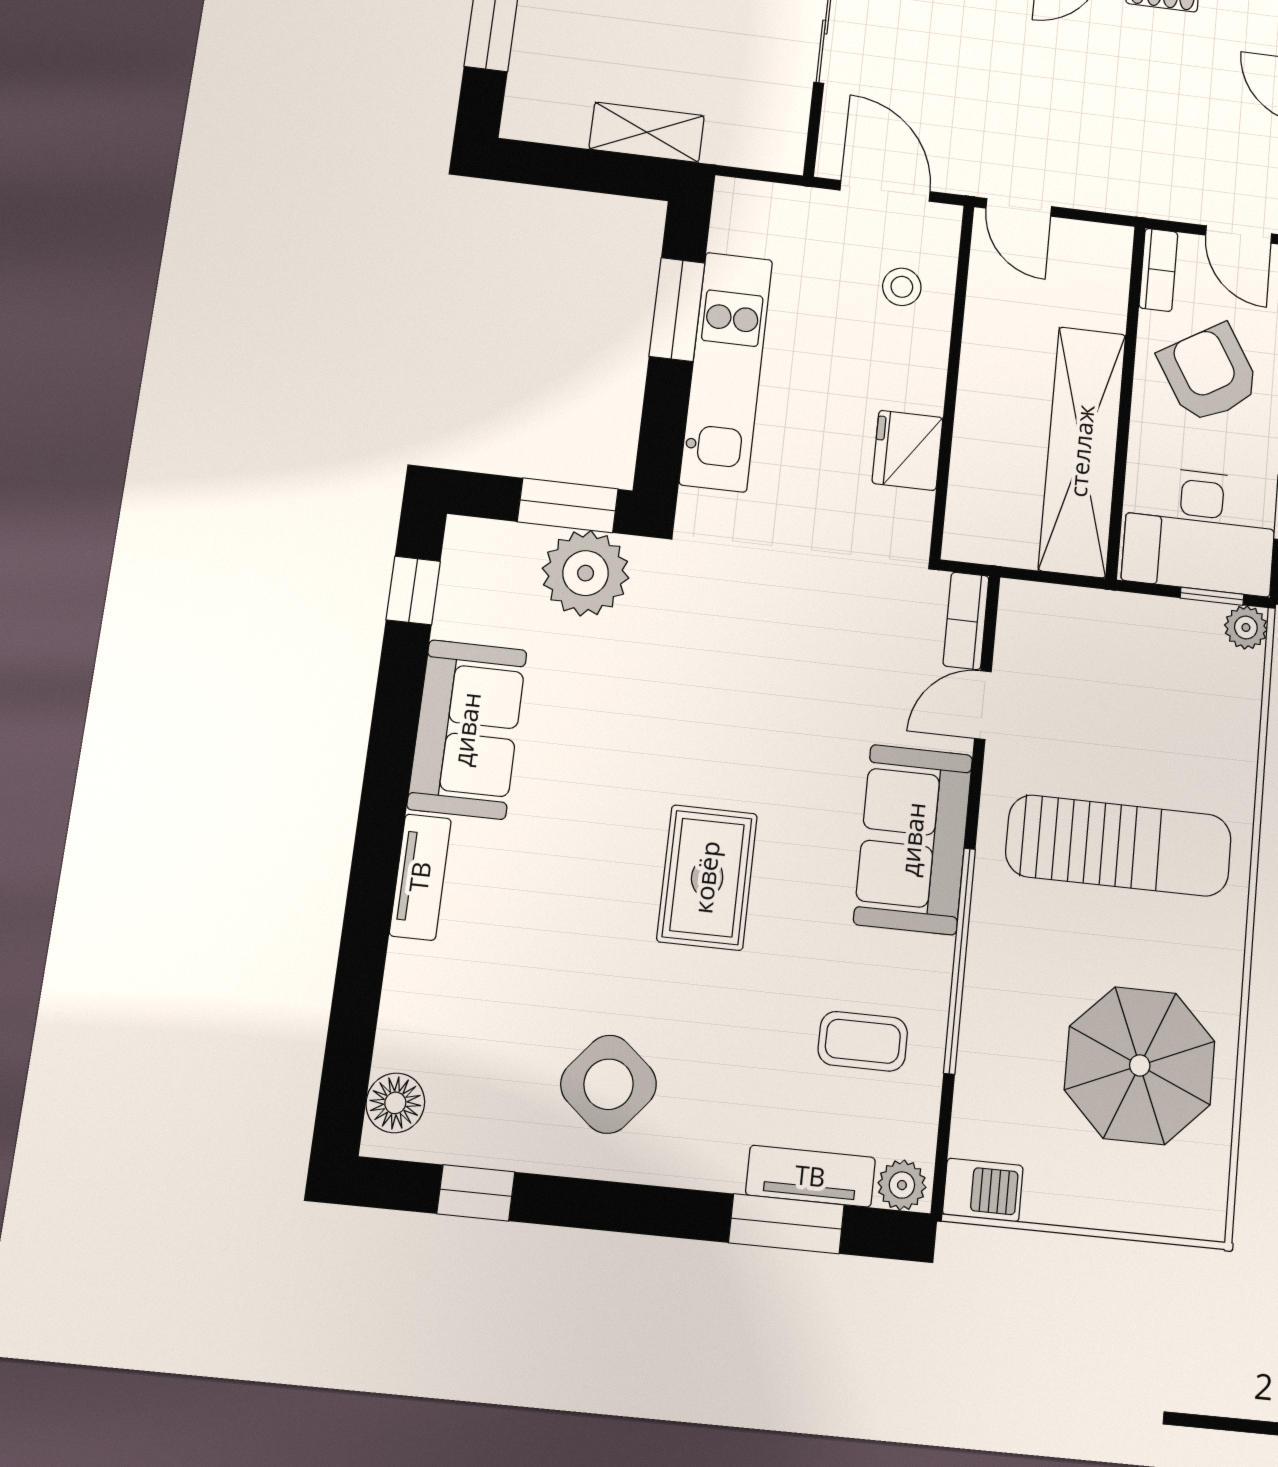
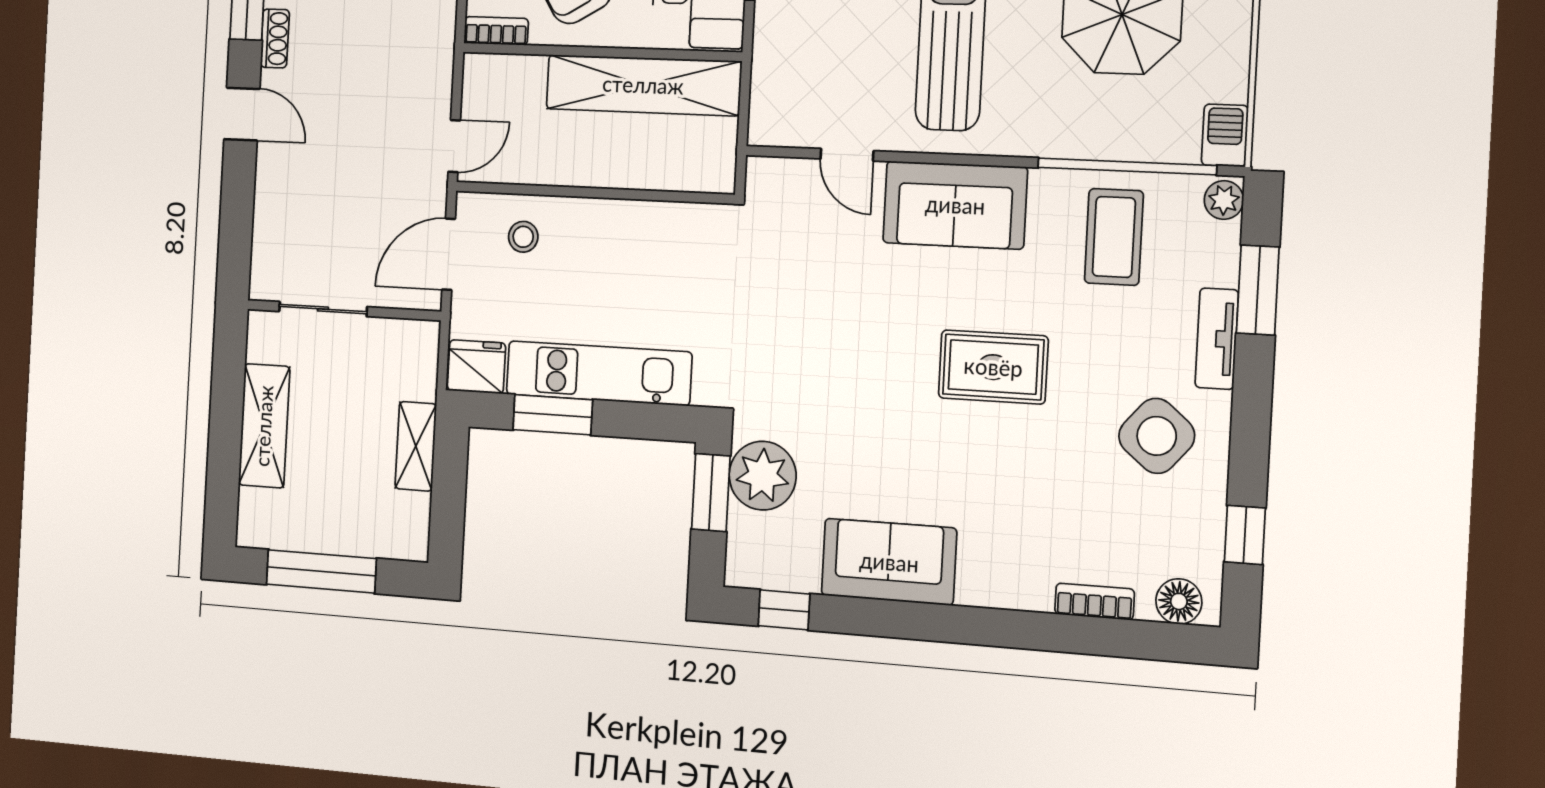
fridge: (907, 450) -> (476, 367), moved, turned 180
bookcase: (966, 621) -> (1095, 602), moved, turned 180
tv unit: (420, 877) -> (1005, 592), removed
window: (960, 960) -> (1127, 167), moved
coffee table: (863, 1041) -> (1114, 237), width x1.36, depth x1.30
tv unit: (810, 1176) -> (1217, 339), moved

